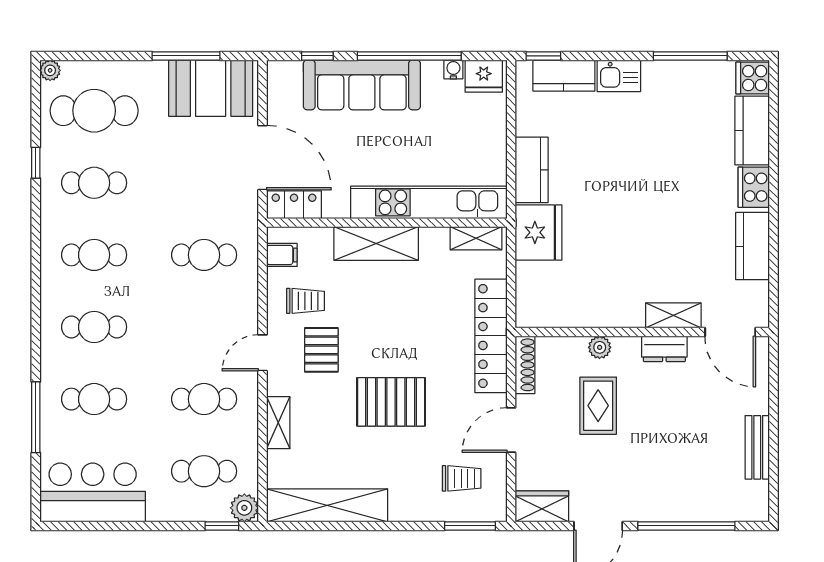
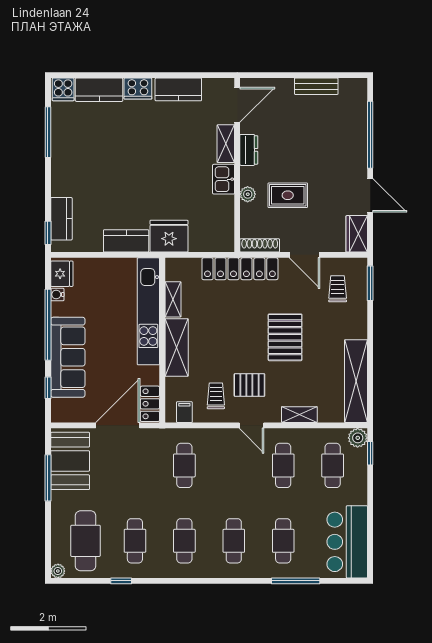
kitchen sink: (619, 76) -> (224, 179), moved, turned 180
shelving: (476, 238) -> (173, 299), moved

